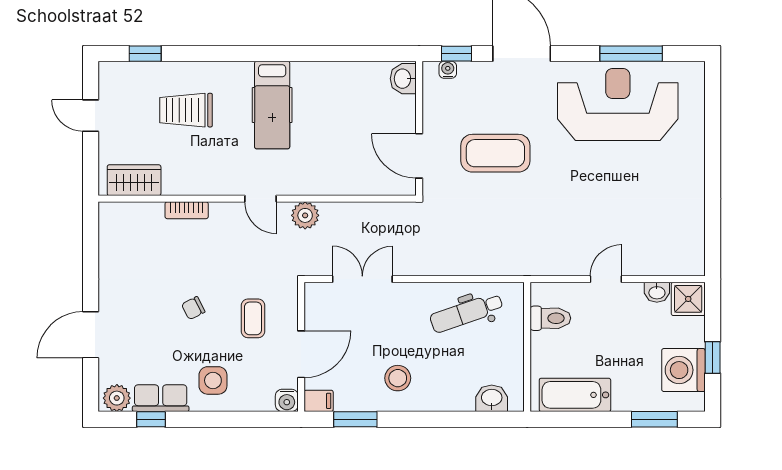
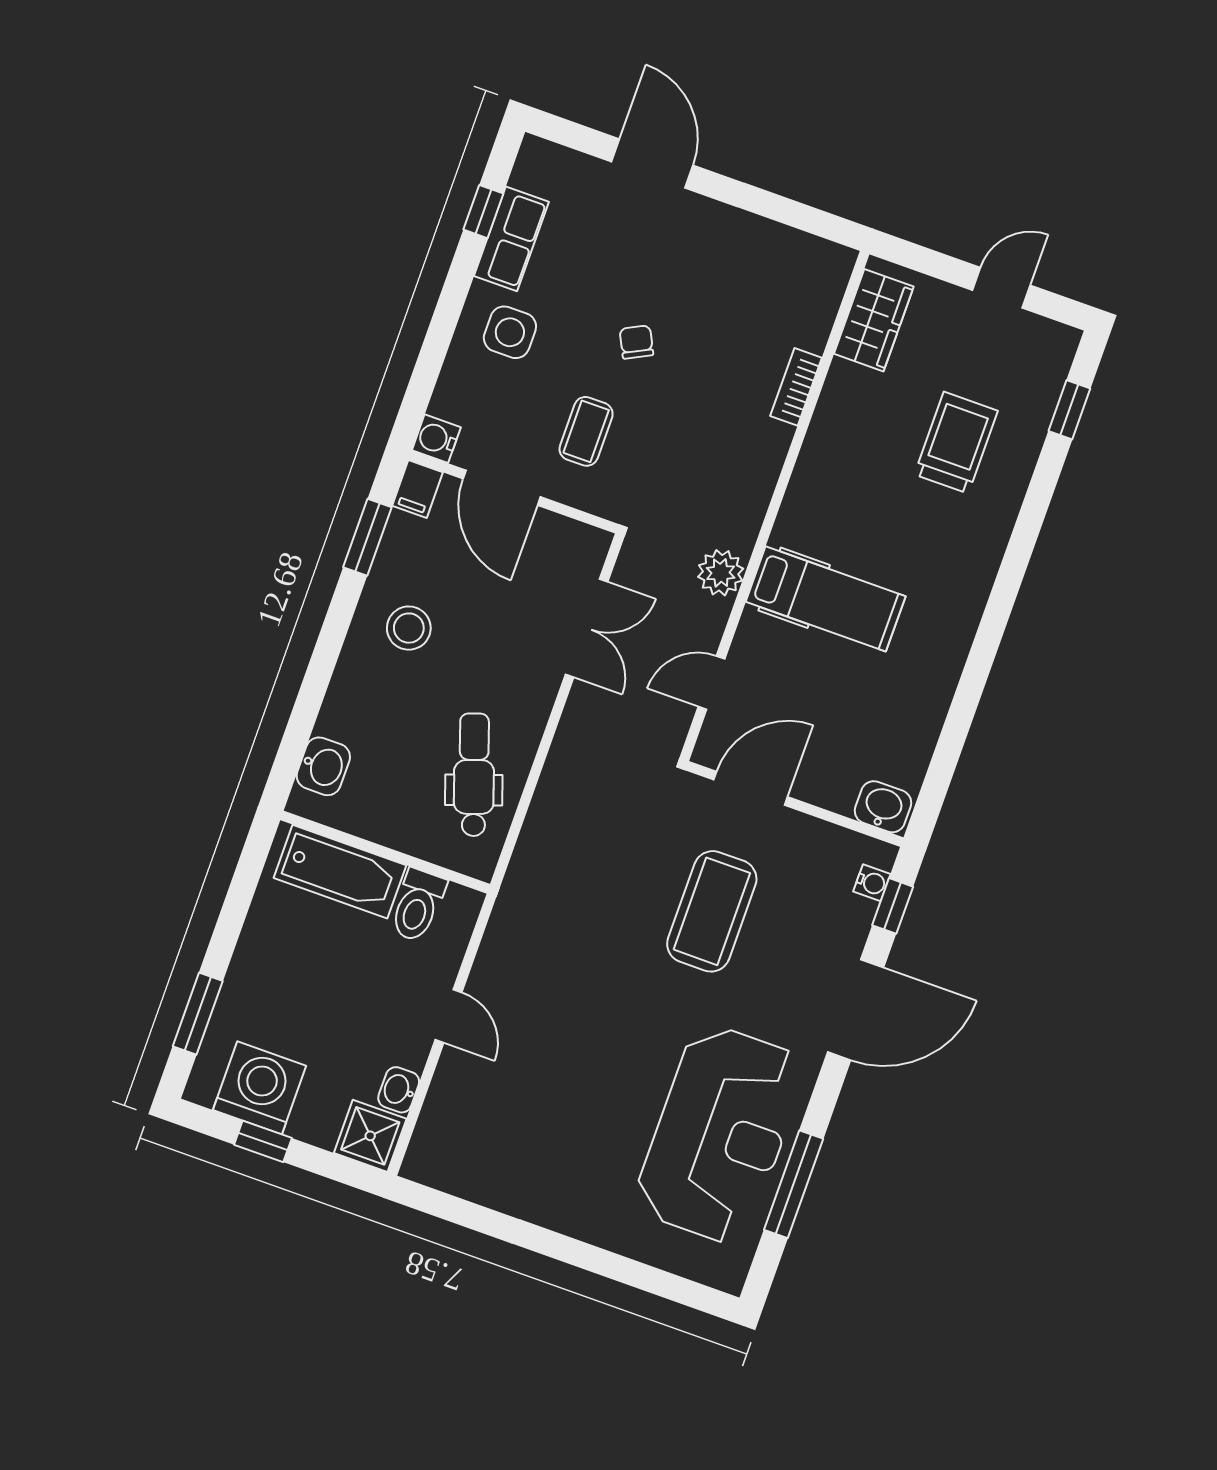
hospital bed: (272, 105) -> (826, 599), moved, turned 180
door: (261, 199) -> (711, 683), moved
coffee table: (253, 318) -> (586, 431), turned 90
bathtub: (575, 395) -> (340, 872), moved, turned 90
plant: (117, 398) -> (537, 169), removed

